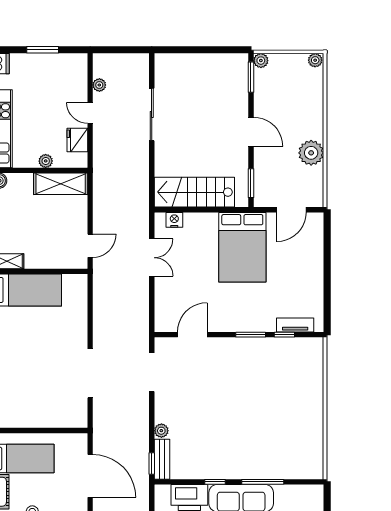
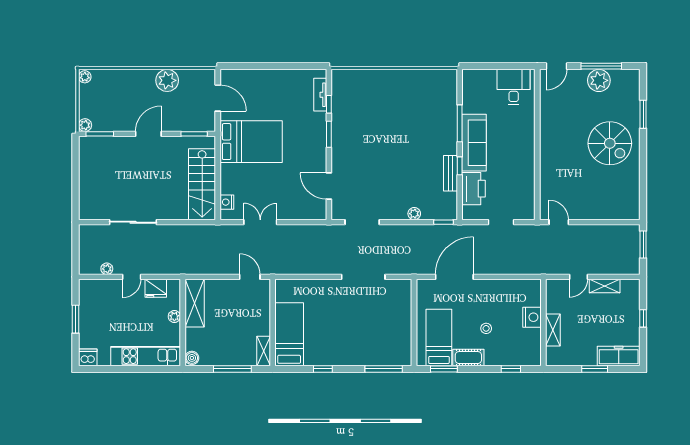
bench: (162, 459) -> (451, 173), moved, turned 90

